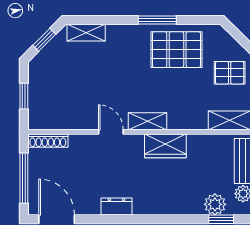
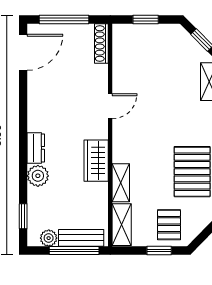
shelving: (148, 121) -> (121, 183), moved
plant: (215, 204) -> (38, 176), moved
dresser: (117, 206) -> (36, 148), moved

